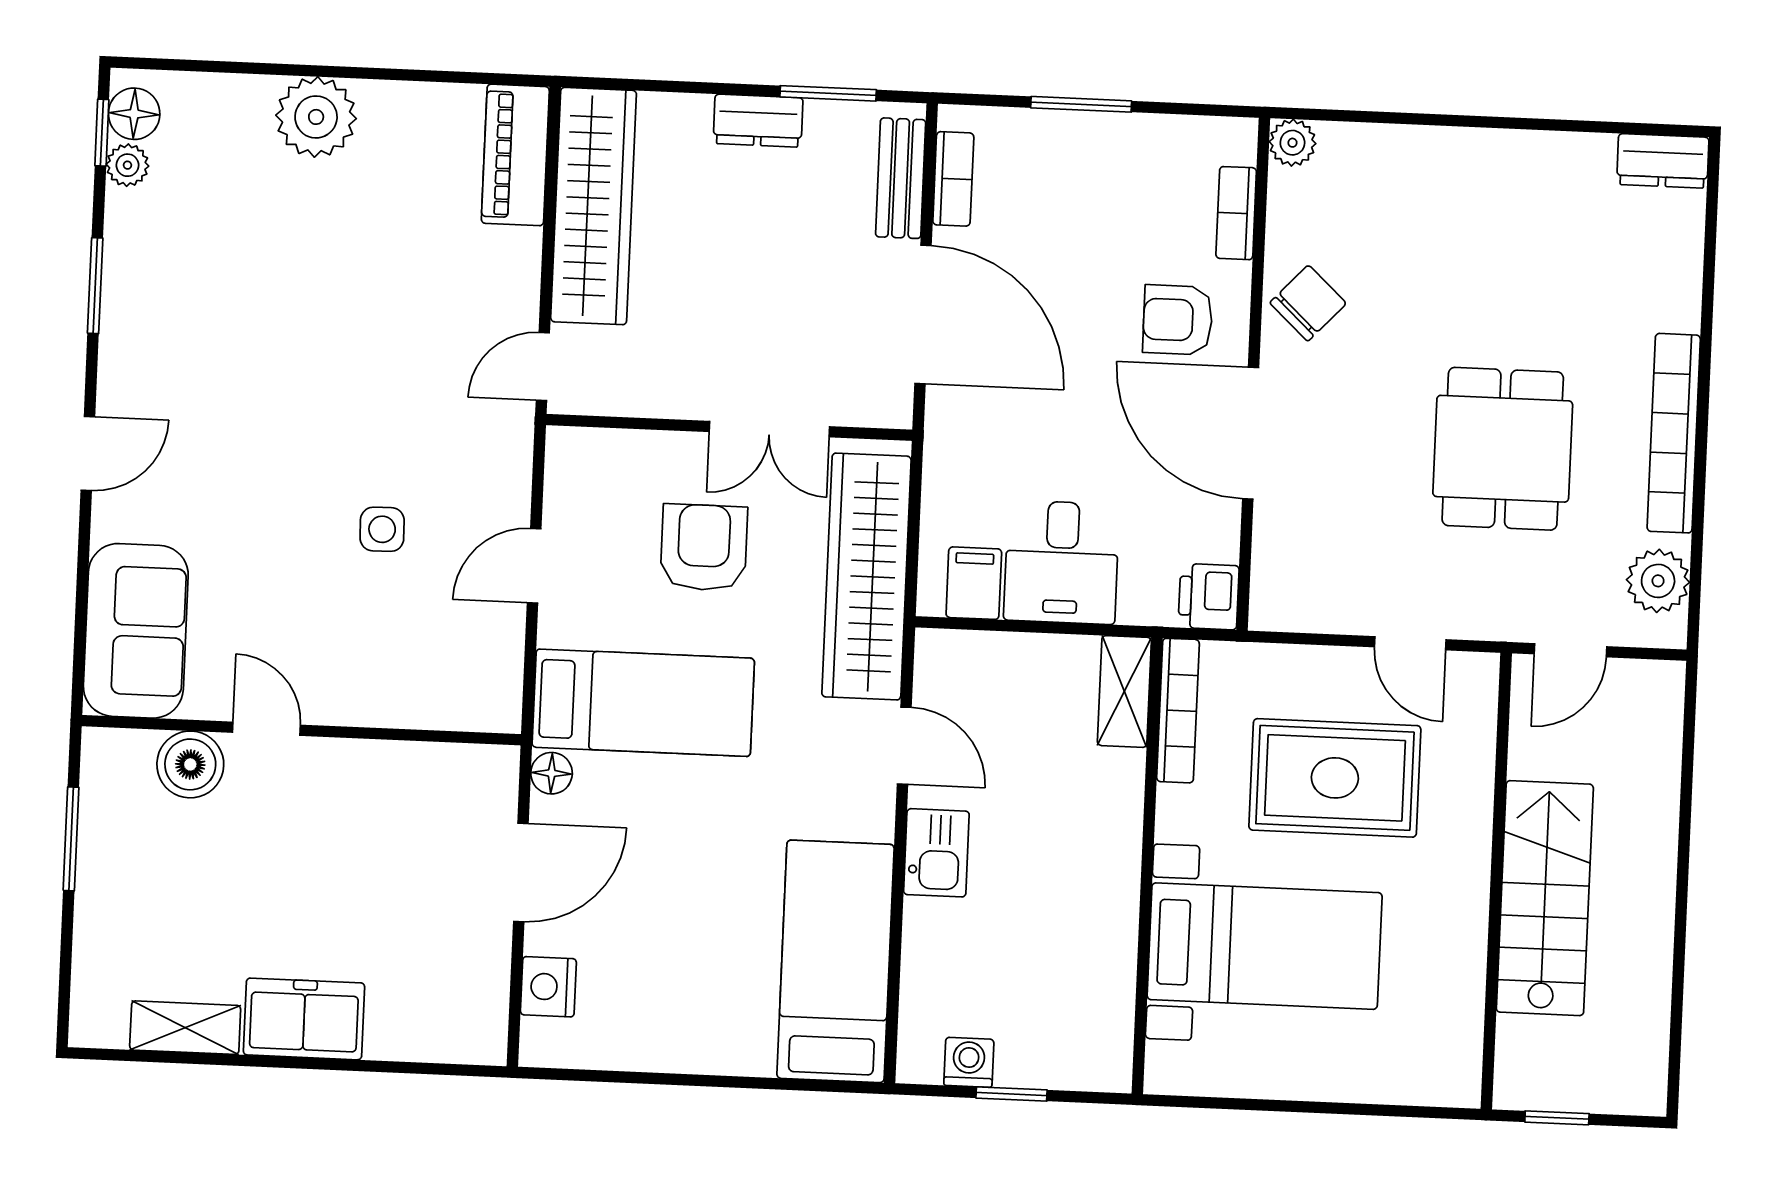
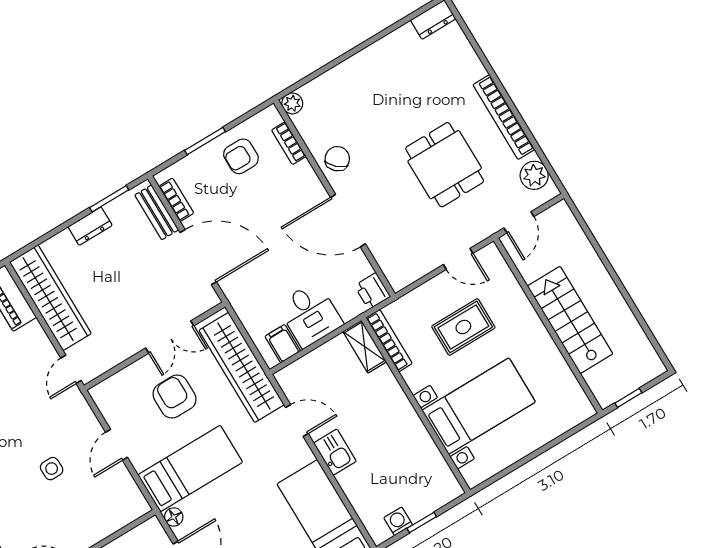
armchair: (1178, 320) -> (241, 156), moved
rug: (1335, 778) -> (463, 327), width x0.73, depth x0.70

